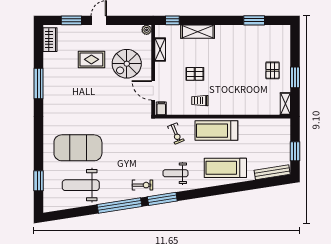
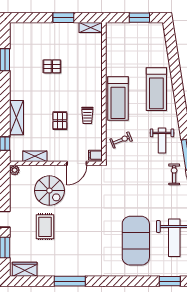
pallet: (273, 70) -> (52, 66), moved
bench: (272, 172) -> (161, 41), removed

